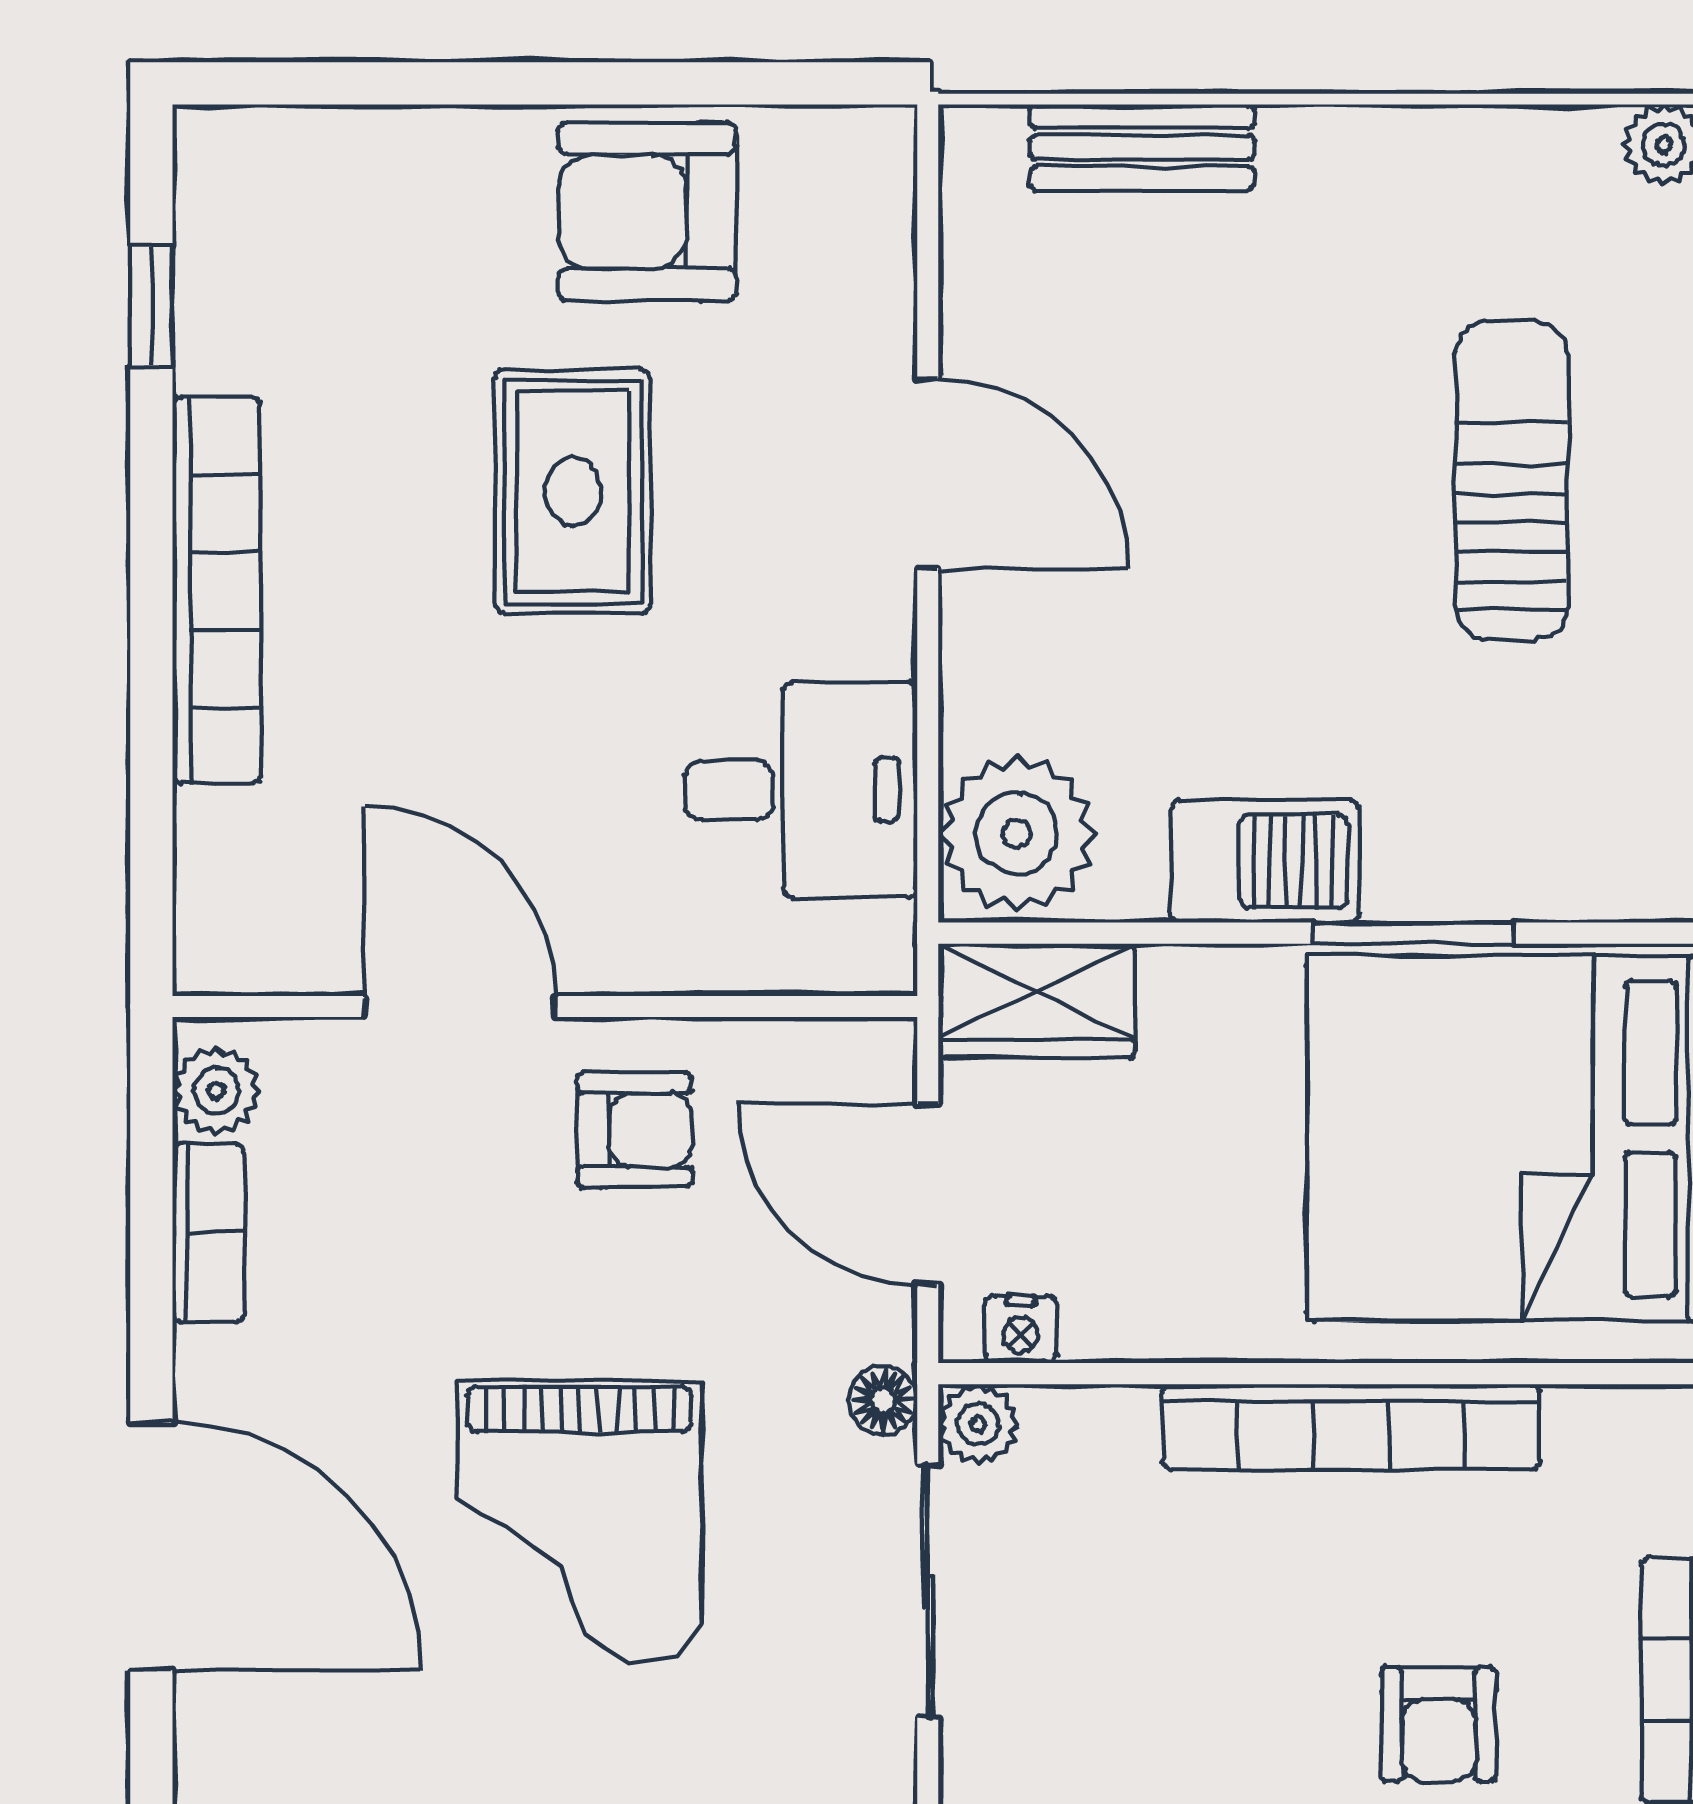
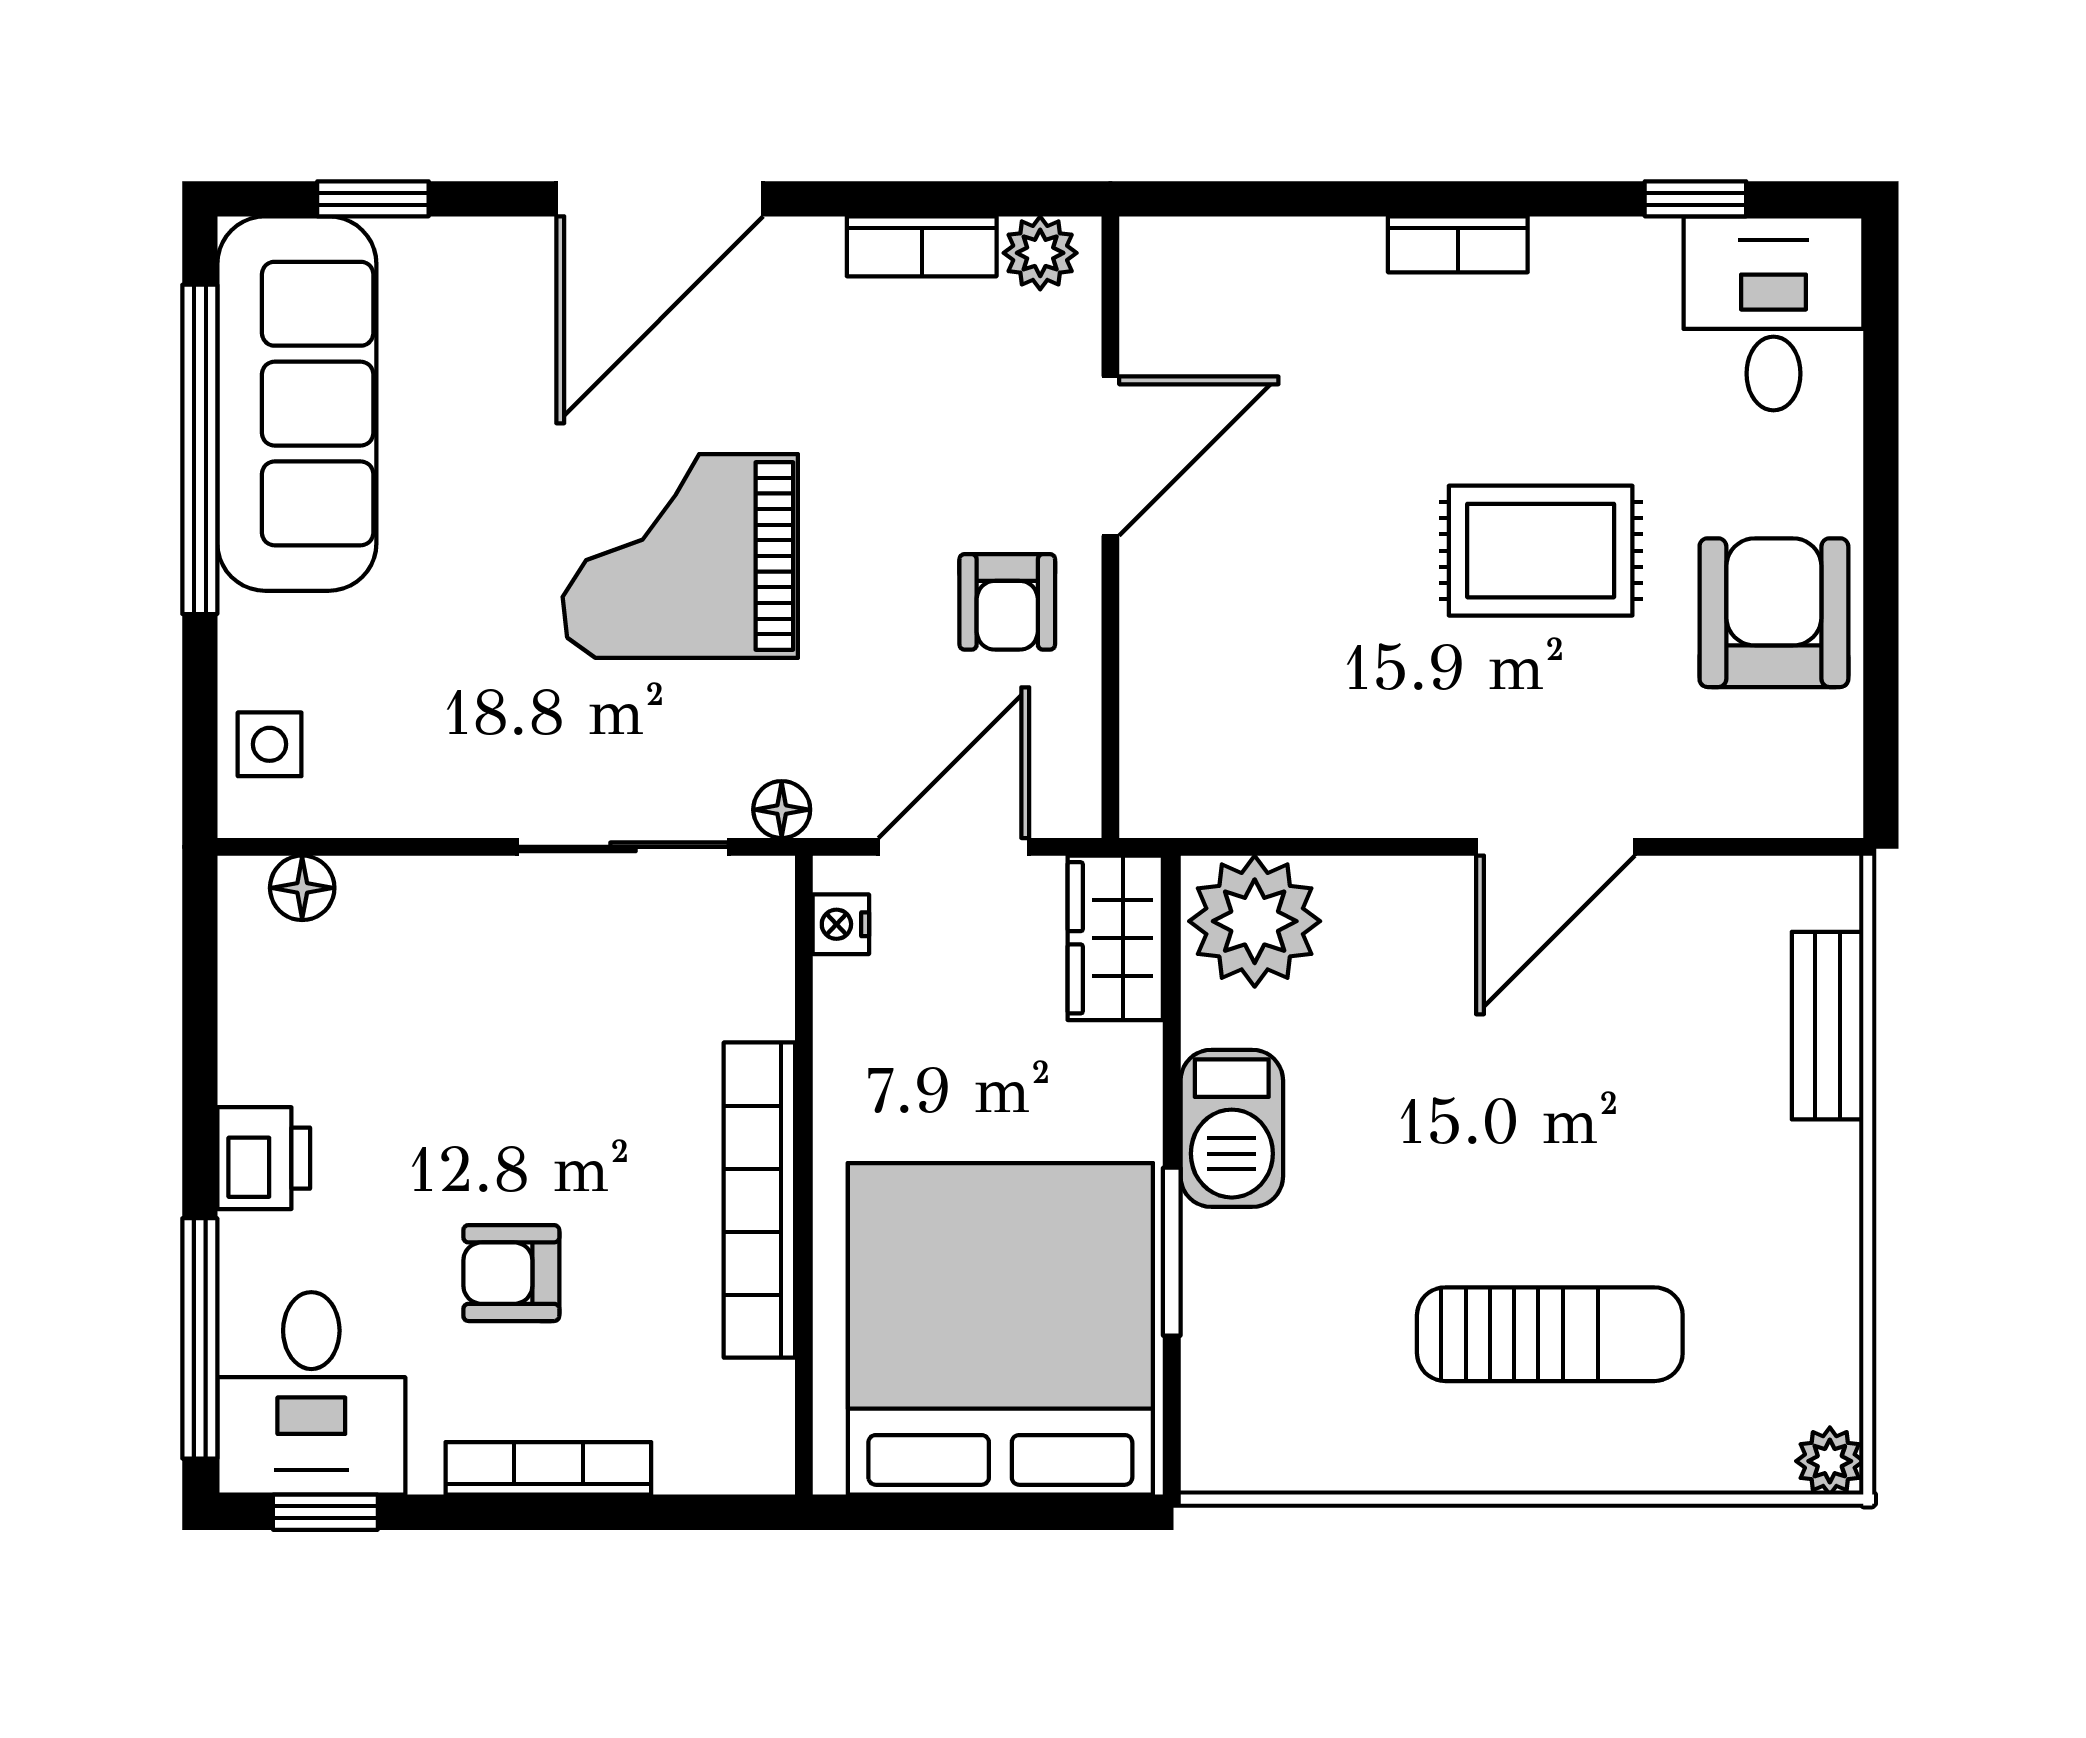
bookcase: (216, 590) -> (1458, 244), width x0.43, depth x0.76
desk: (801, 790) -> (1773, 313), moved, turned 180
plant: (978, 1424) -> (762, 889), removed

